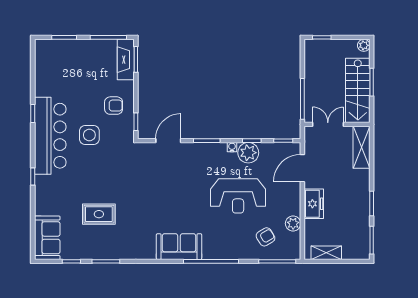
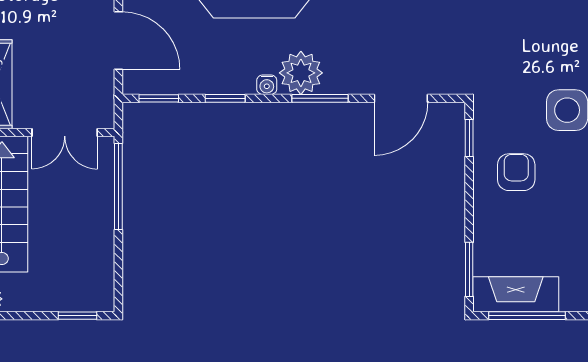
fireplace: (126, 60) -> (516, 294), moved, turned -90
armchair: (114, 106) -> (516, 172), turned 90
plant: (248, 153) -> (301, 73), moved
door: (302, 168) -> (118, 40), hinge flipped

